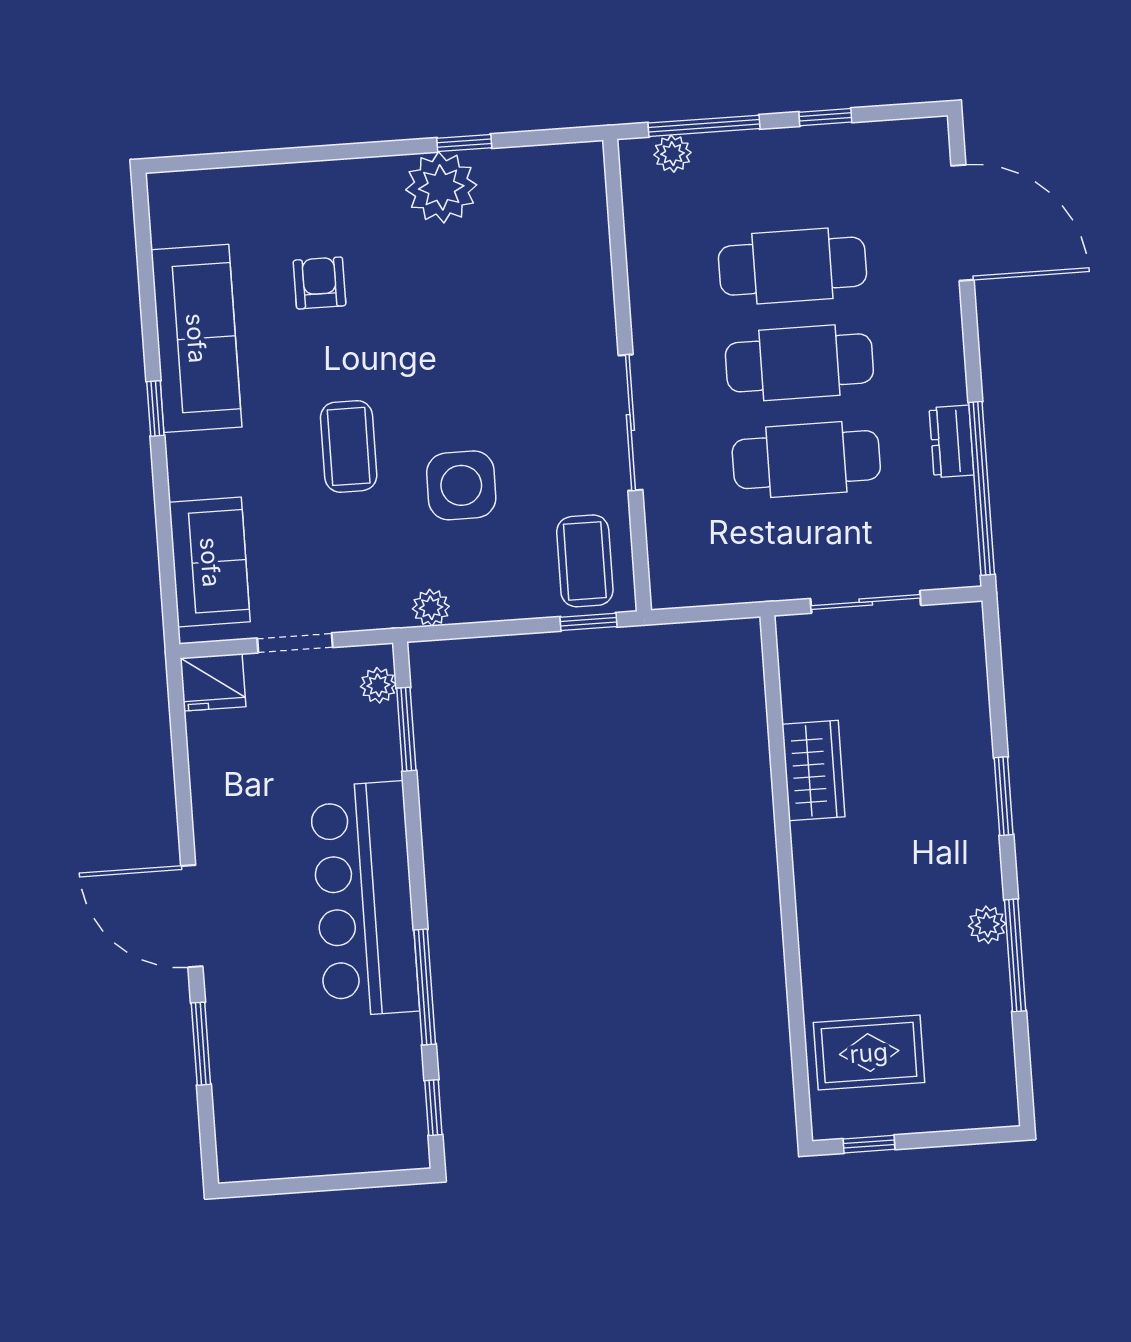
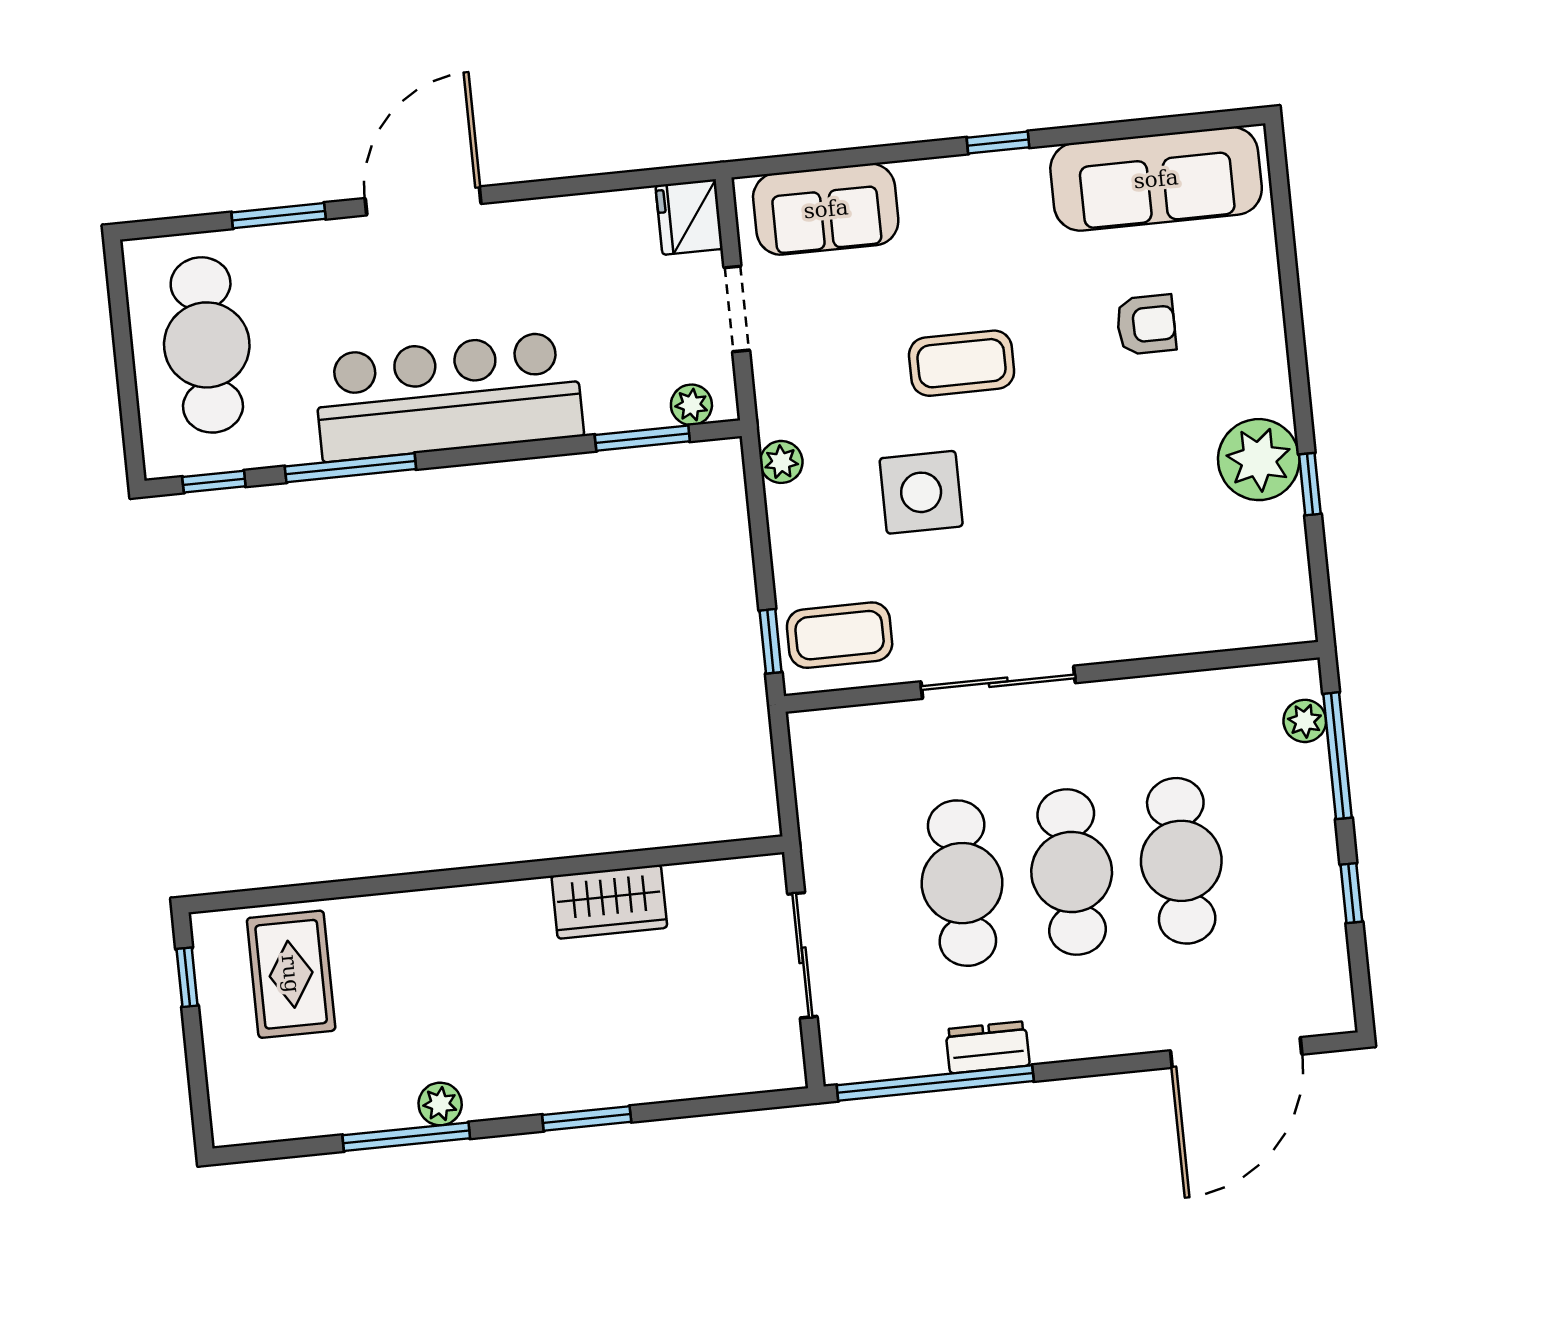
sofa: (196, 338) -> (1156, 179), moved
cafe table: (313, 1110) -> (207, 345), added

